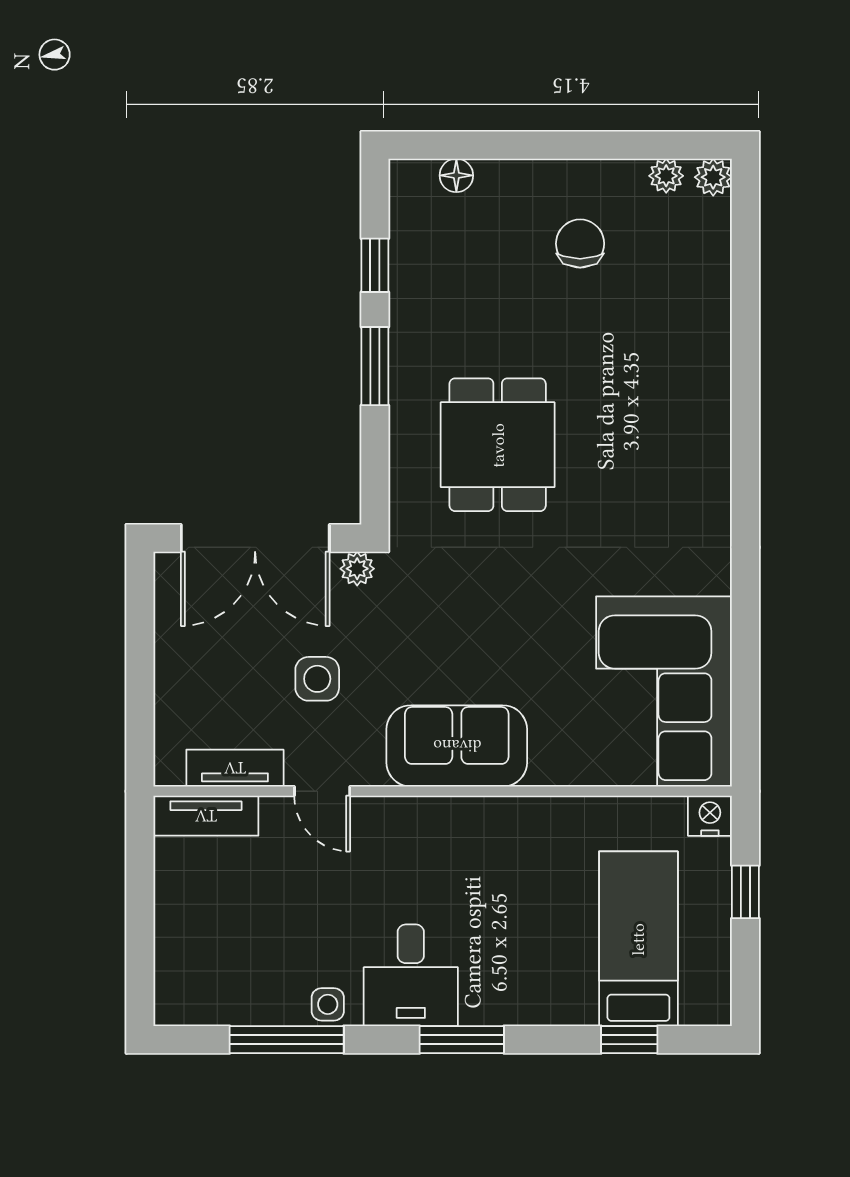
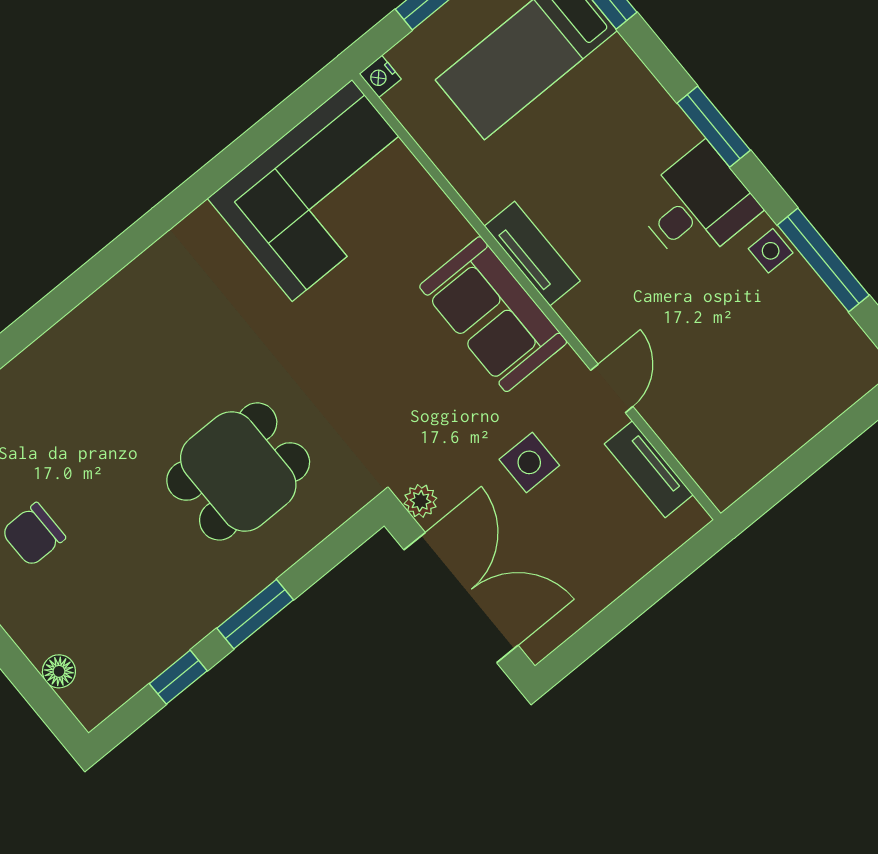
tv unit: (206, 816) -> (532, 253), moved
nightstand: (710, 816) -> (380, 76), width x0.72, depth x0.74

